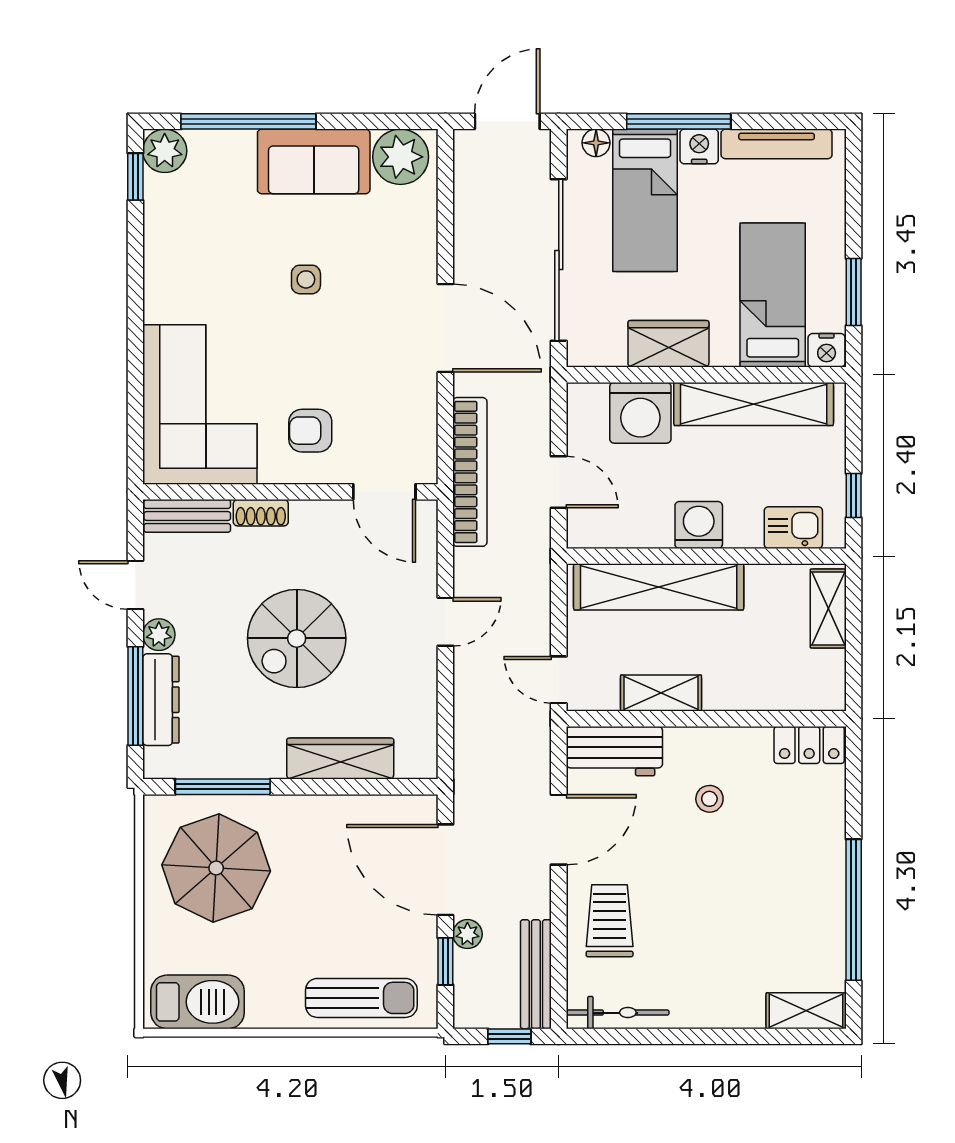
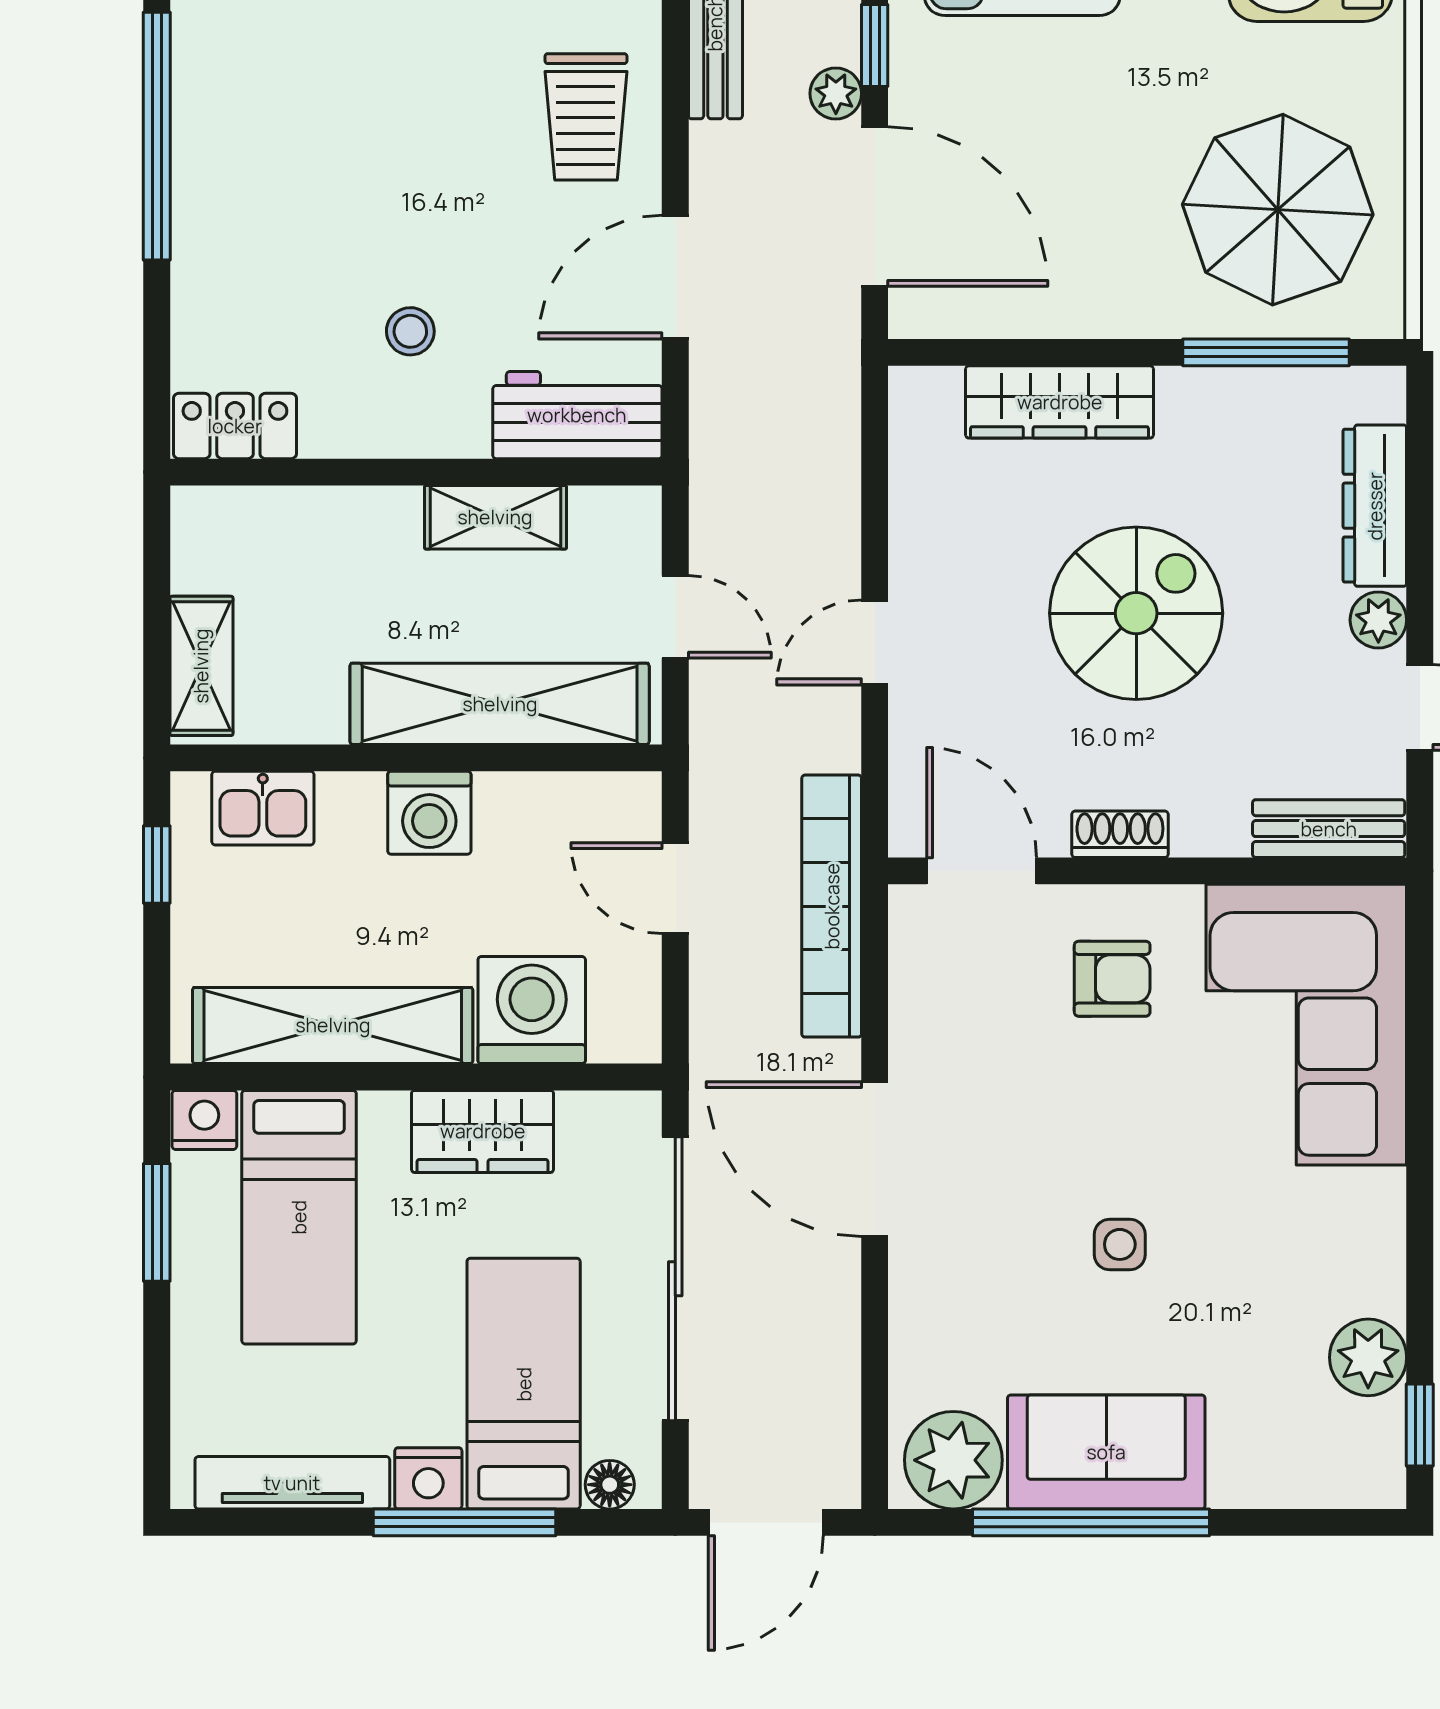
window: (248, 121) -> (1091, 1522), moved
plant: (165, 151) -> (1368, 1357), moved
shoe rack: (261, 513) -> (1120, 834), moved
door: (559, 680) -> (675, 617), moved
window: (135, 696) -> (1420, 512), removed

